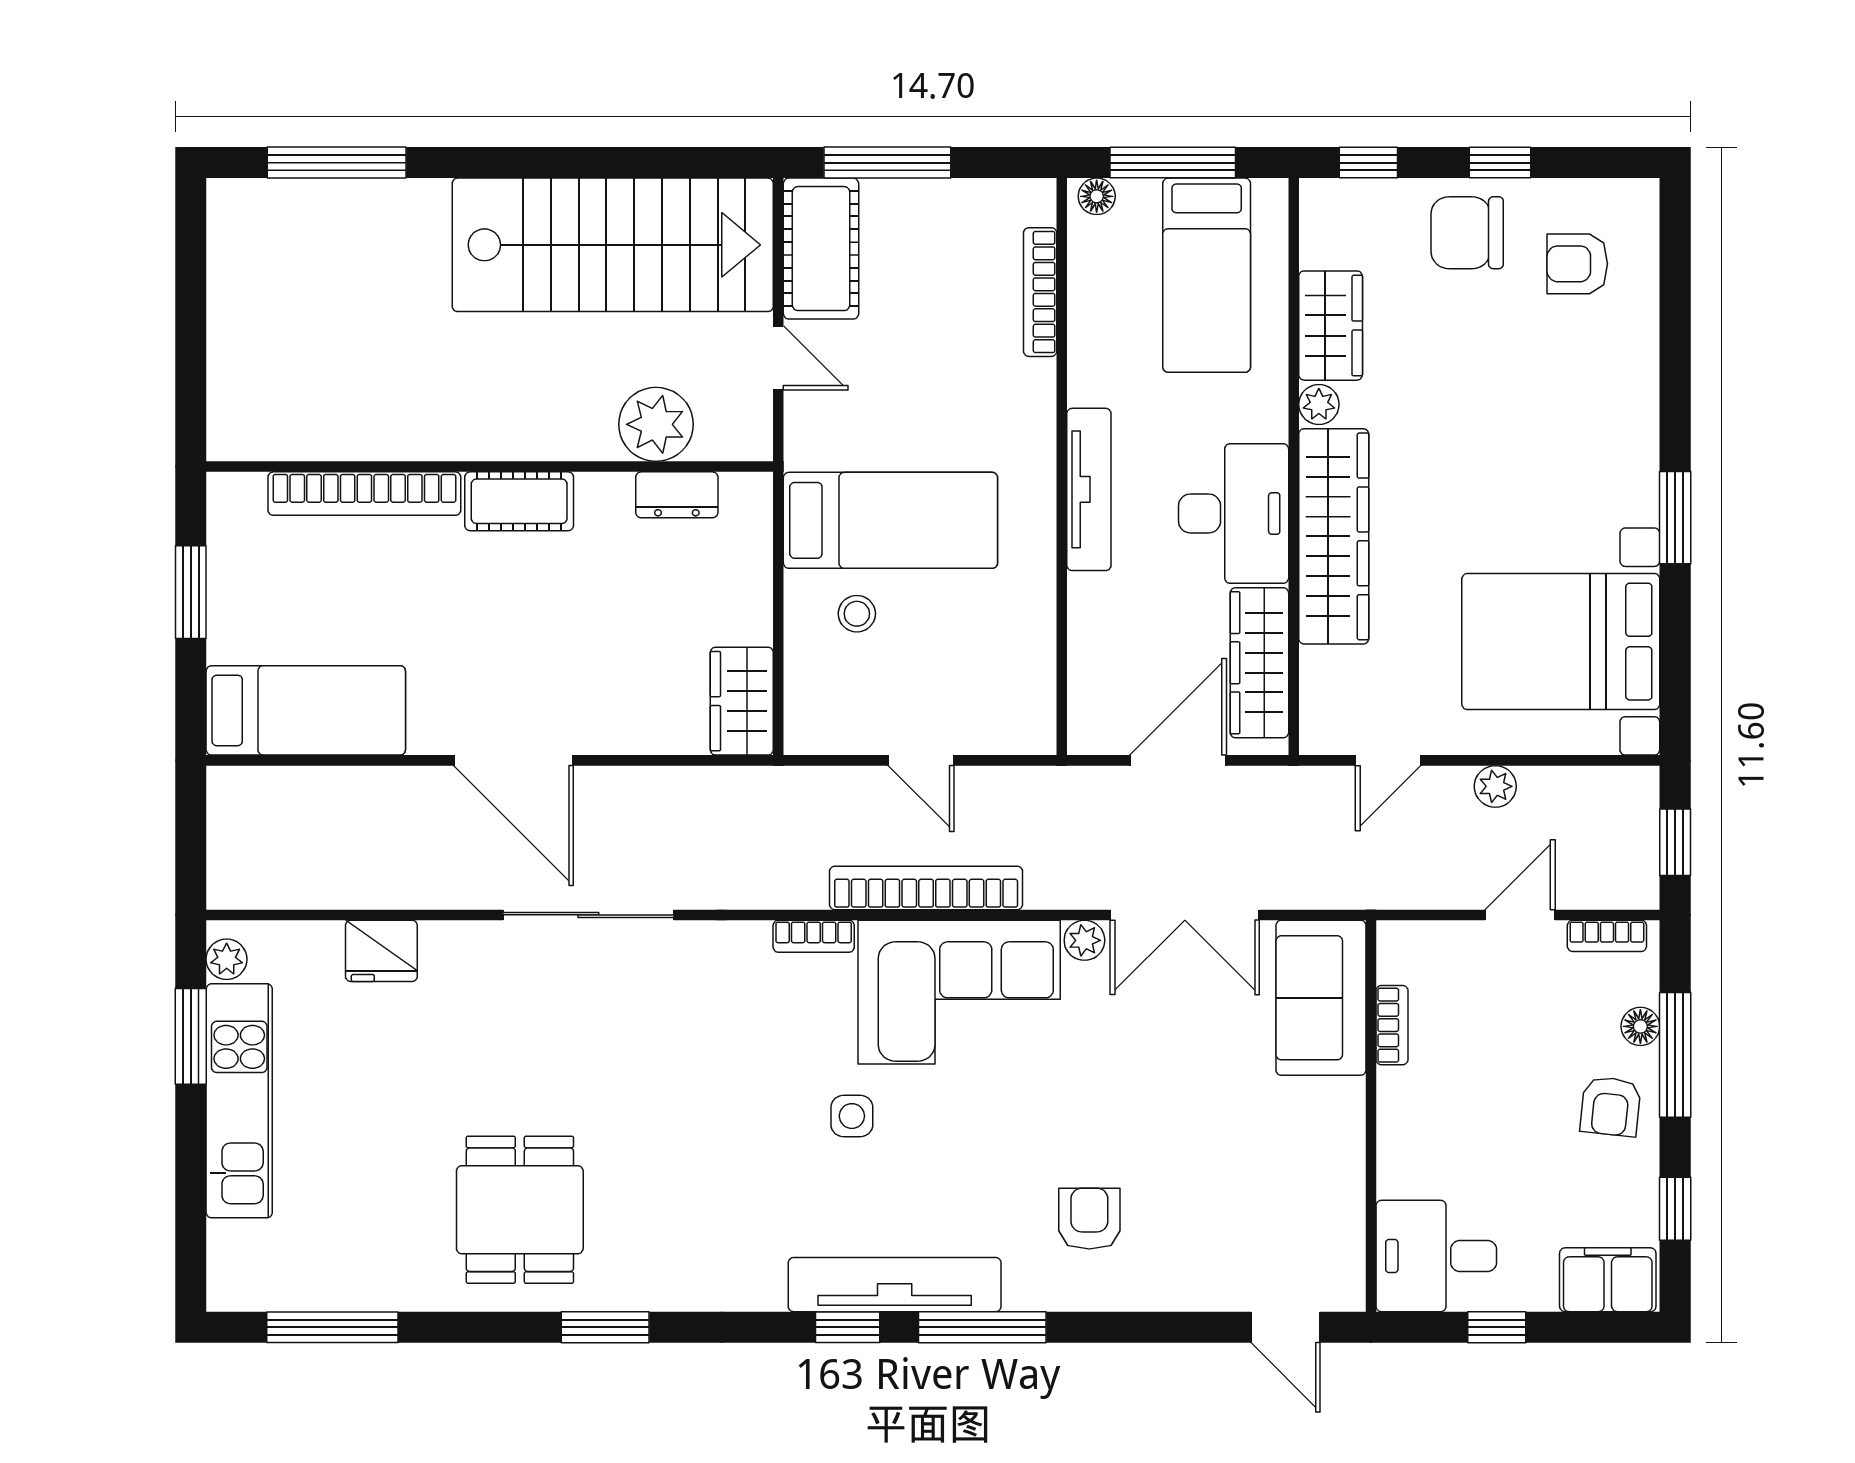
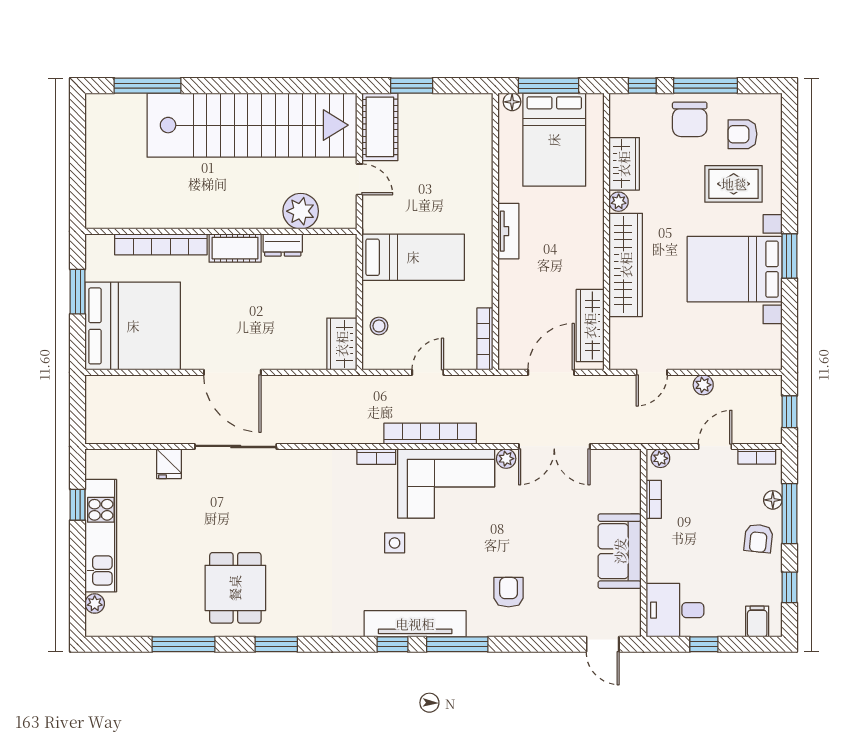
window: (887, 163) -> (412, 86), width x0.69
window: (1500, 163) -> (706, 86), width x2.17
chair: (1467, 233) -> (690, 119), turned -90
stairs: (613, 245) -> (252, 125), width x1.36
bed: (1207, 275) -> (554, 140), width x1.50
bookcase: (1040, 292) -> (485, 339), moved
rug: (1558, 367) -> (734, 184), added
tv unit: (1089, 489) -> (508, 231), width x0.71
dresser: (677, 495) -> (283, 245), moved
desk: (1234, 513) -> (578, 254), removed
stool: (857, 614) -> (379, 326), moved
bed with nightstands: (1561, 642) -> (735, 269), moved
bed: (306, 710) -> (133, 326), width x2.04
door: (921, 760) -> (428, 372), swing flipped
sliding door: (588, 915) -> (236, 446), moved
plant: (1406, 940) -> (660, 458), added
fridge: (381, 951) -> (169, 464), width x0.72
plant: (227, 959) -> (95, 603), moved
sofa: (1321, 998) -> (620, 551), moved
window: (191, 1036) -> (78, 505), width x0.67
filing cabinet: (1608, 1280) -> (757, 621), width x0.50
window: (332, 1327) -> (183, 644), moved

